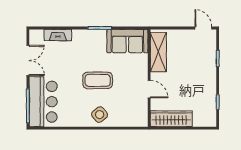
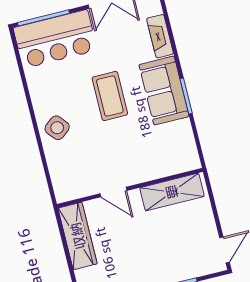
sofa: (127, 41) -> (164, 91), moved
coffee table: (98, 80) -> (110, 96), moved
door: (149, 89) -> (113, 192), hinge flipped

